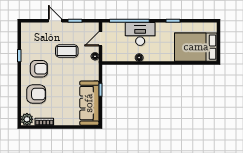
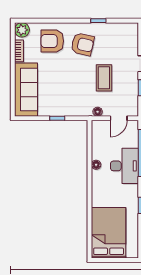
door: (100, 39) -> (119, 118), swing flipped
armchair: (39, 69) -> (83, 44), turned -77
armchair: (36, 94) -> (52, 41), turned 90
sofa: (89, 103) -> (26, 90), moved, turned 90

